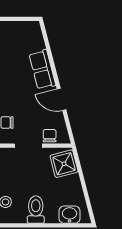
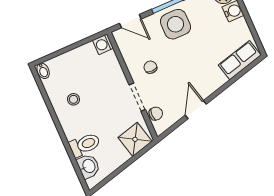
row of seats: (42, 70) -> (240, 60), moved
toilet: (36, 210) -> (85, 145), moved

